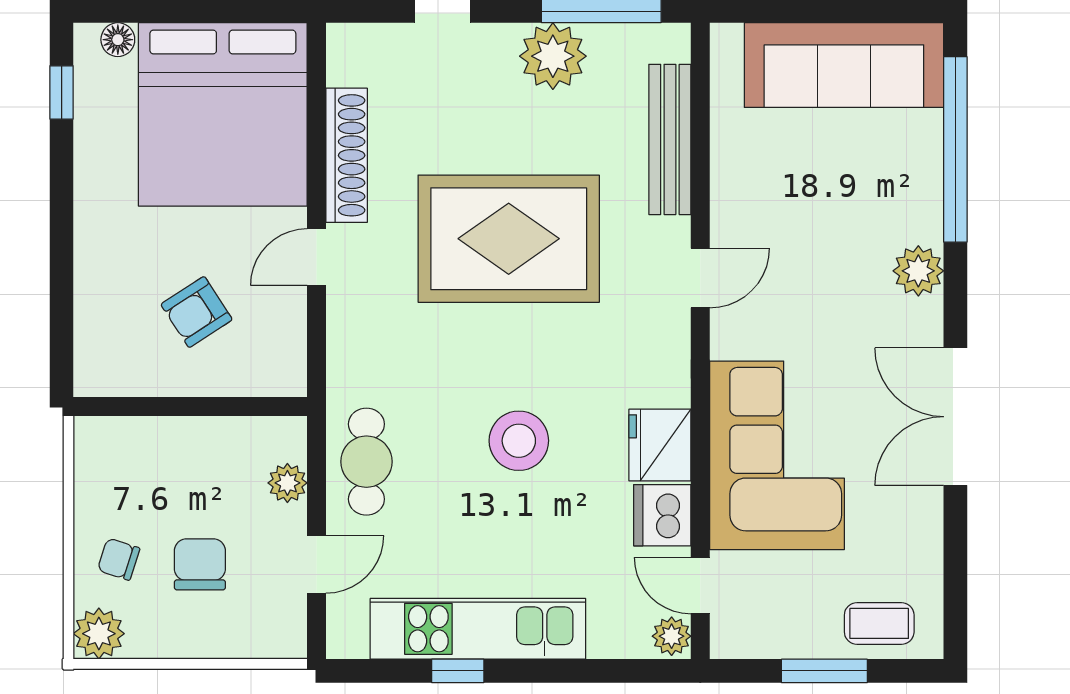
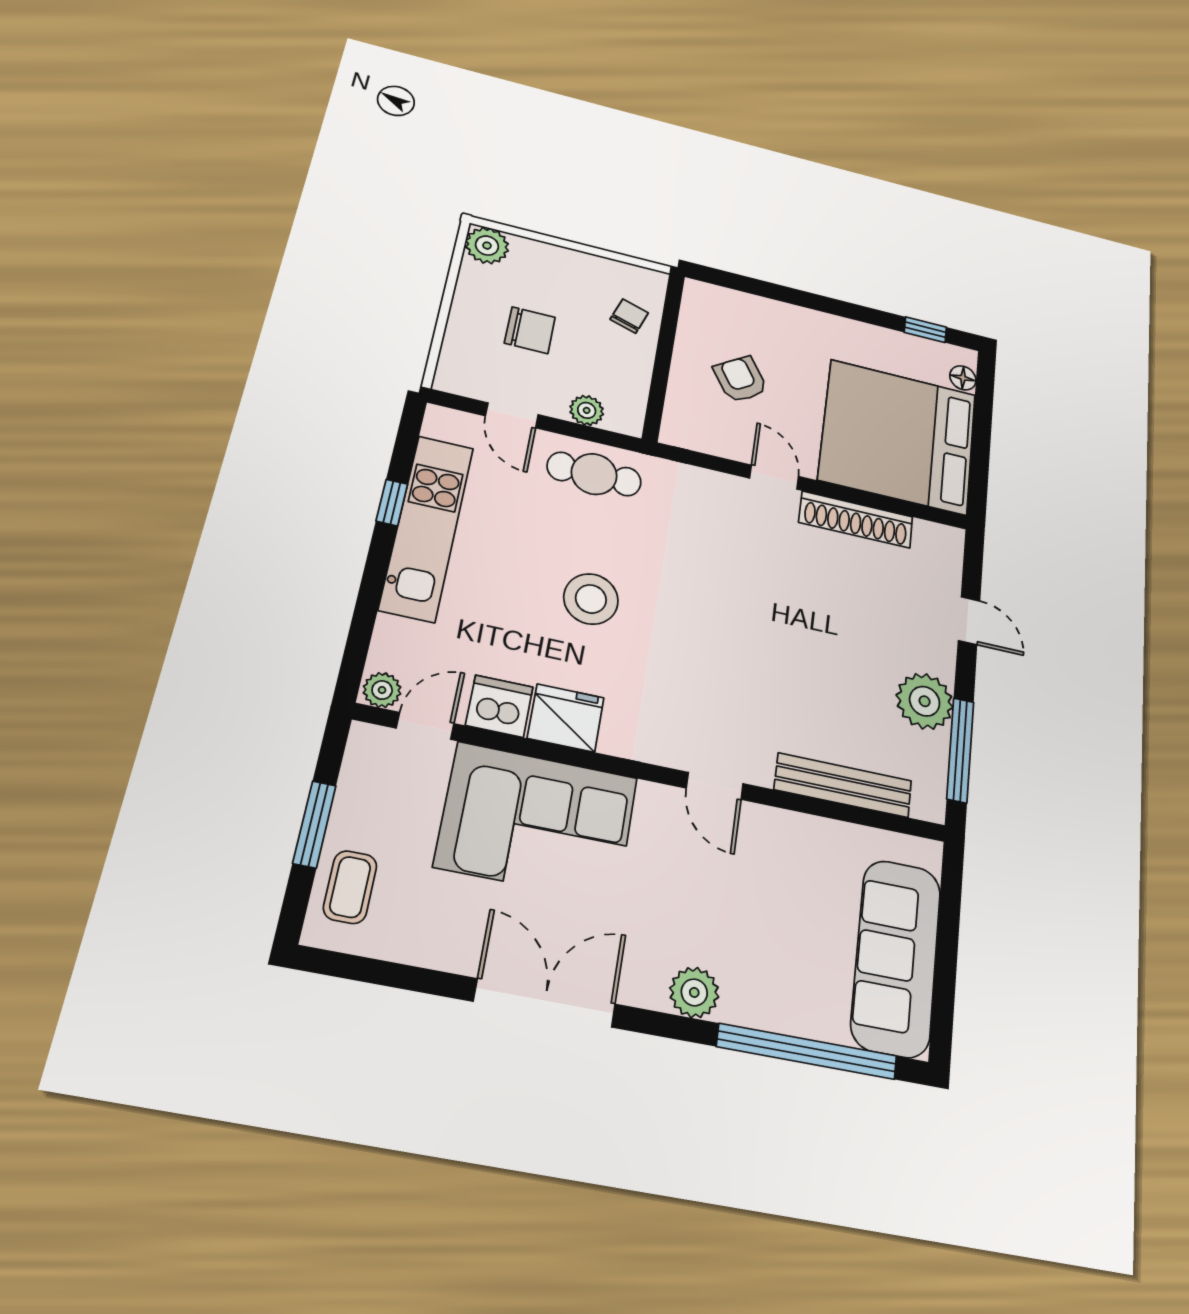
rug: (509, 239) -> (771, 630), removed
chair: (119, 559) -> (629, 316), moved

